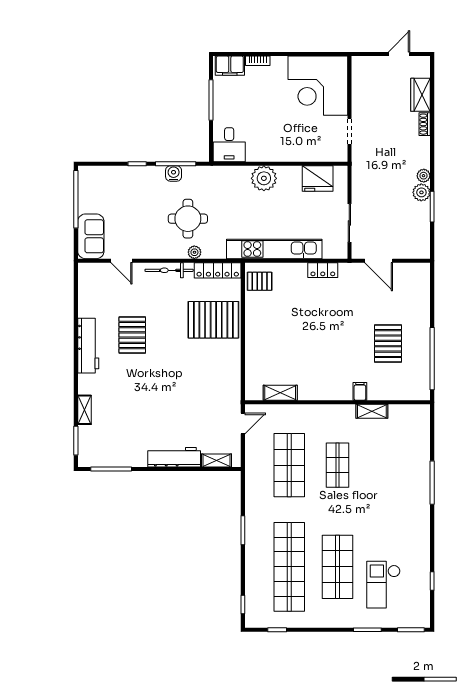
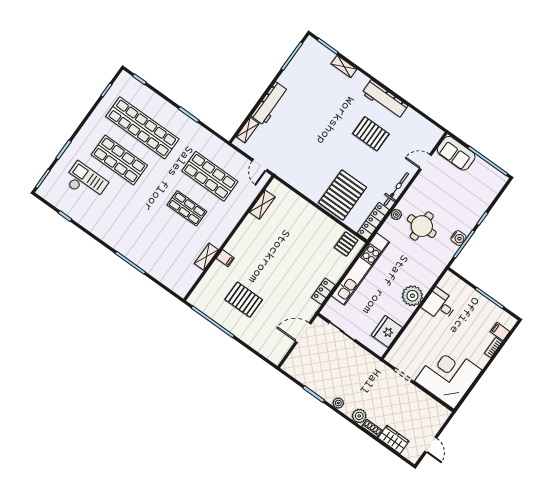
filing cabinet: (230, 66) -> (500, 332), width x0.50
desk: (229, 145) -> (440, 305), moved
plant: (421, 192) -> (359, 416), moved

